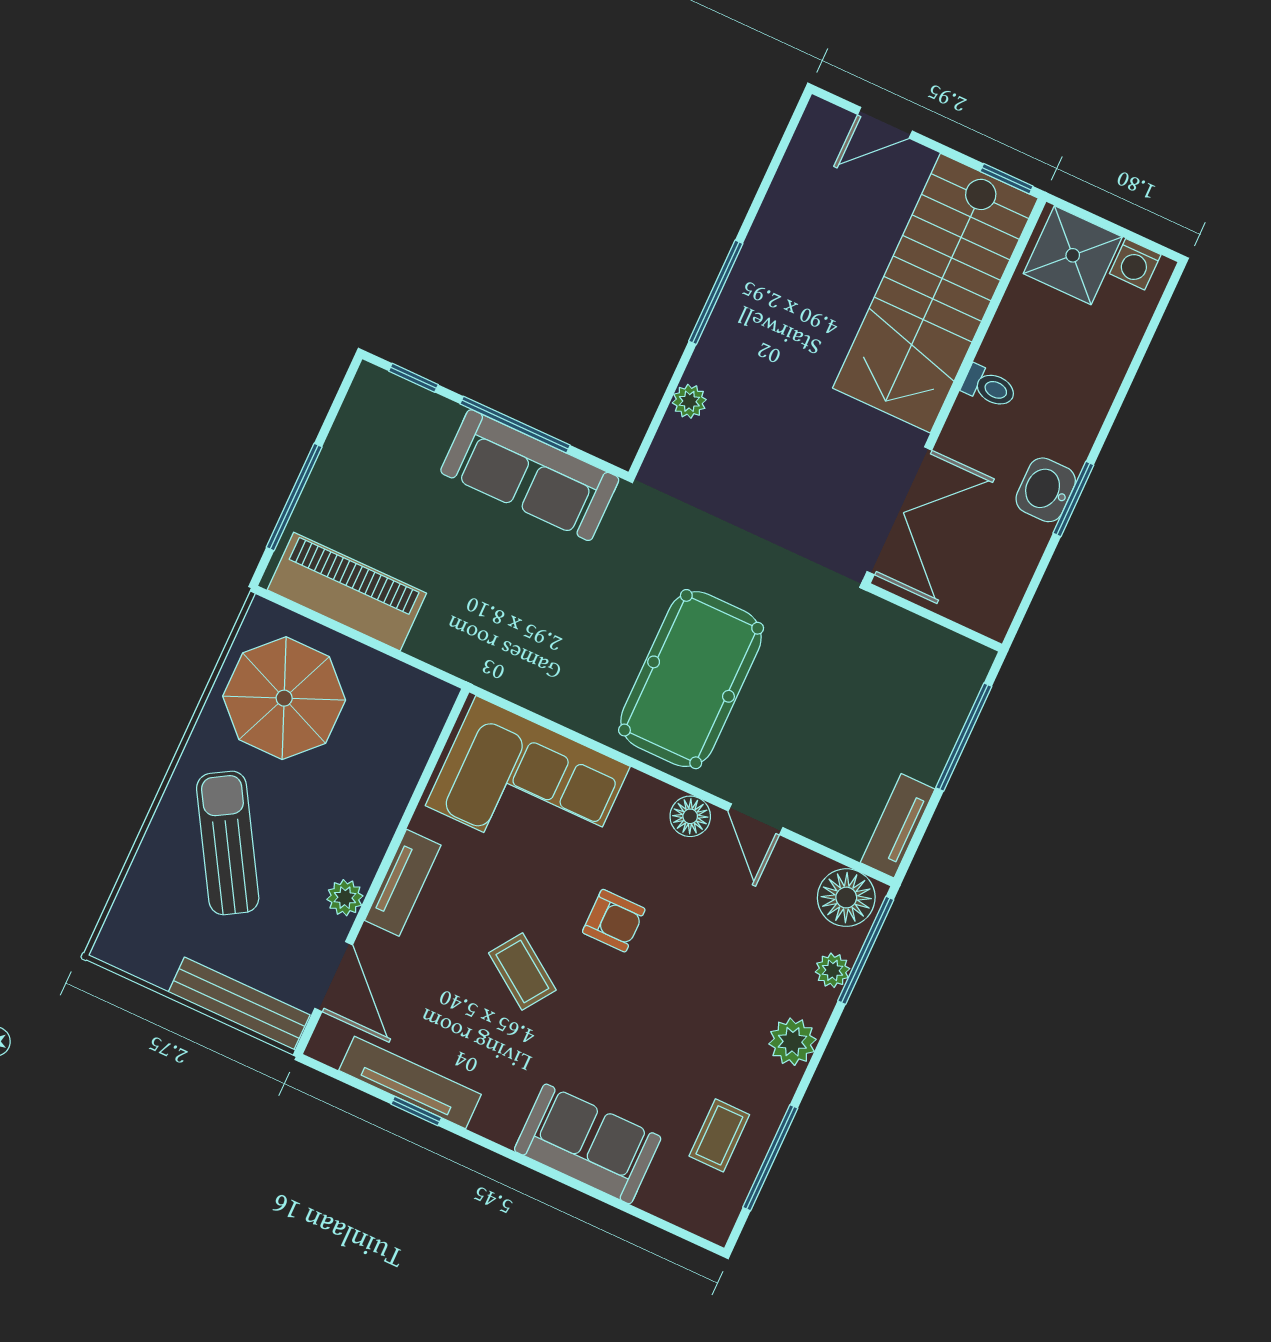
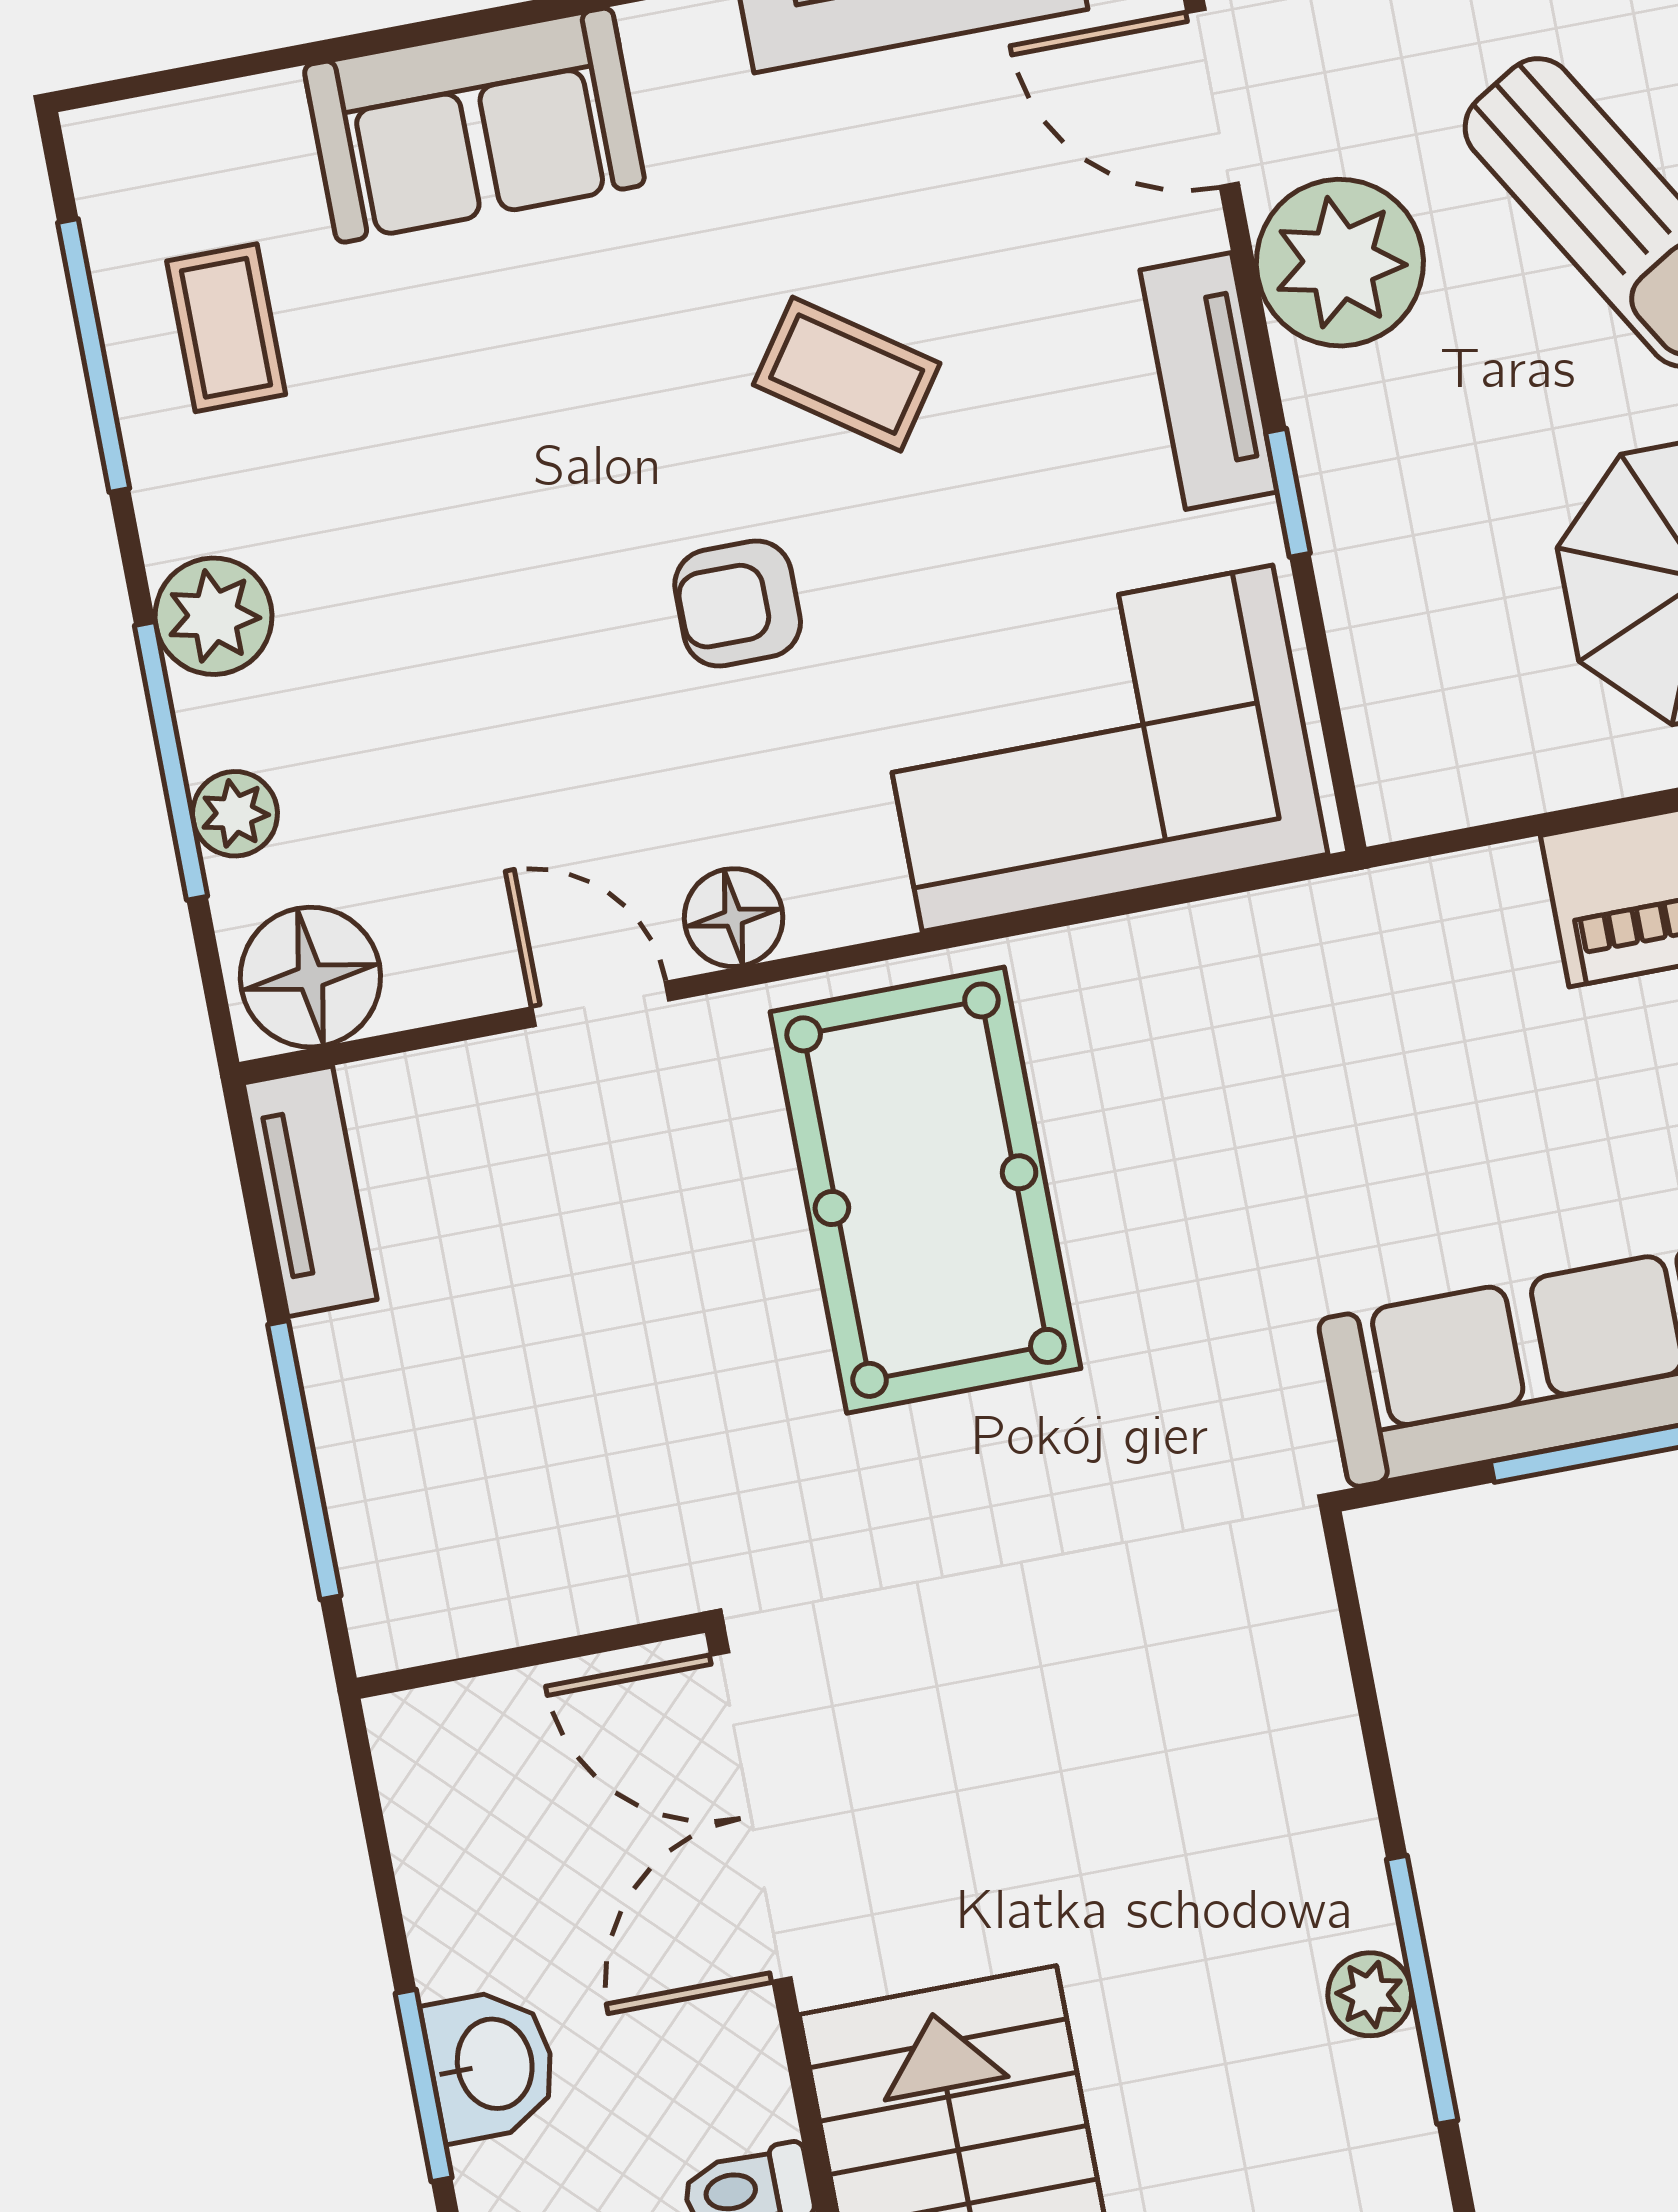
plant: (689, 401) -> (1370, 1994), moved
window: (403, 826) -> (1288, 493), added
plant: (345, 898) -> (1340, 263), width x1.87, depth x1.87
window: (866, 950) -> (171, 761), moved

